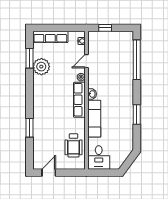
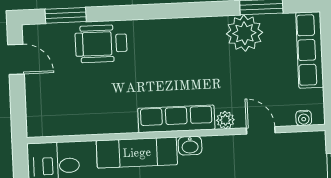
window: (29, 128) -> (66, 15), moved
wheelchair: (73, 145) -> (101, 44), moved

